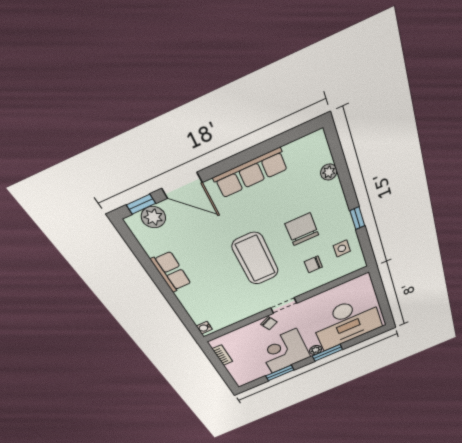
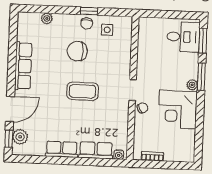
coffee table: (255, 259) -> (82, 91), width x0.73, depth x0.76
chair: (313, 264) -> (87, 23), moved
row of seats: (194, 305) -> (96, 150), added
desk: (347, 322) -> (183, 37), width x0.53, depth x0.77
window: (280, 373) -> (203, 41), moved

